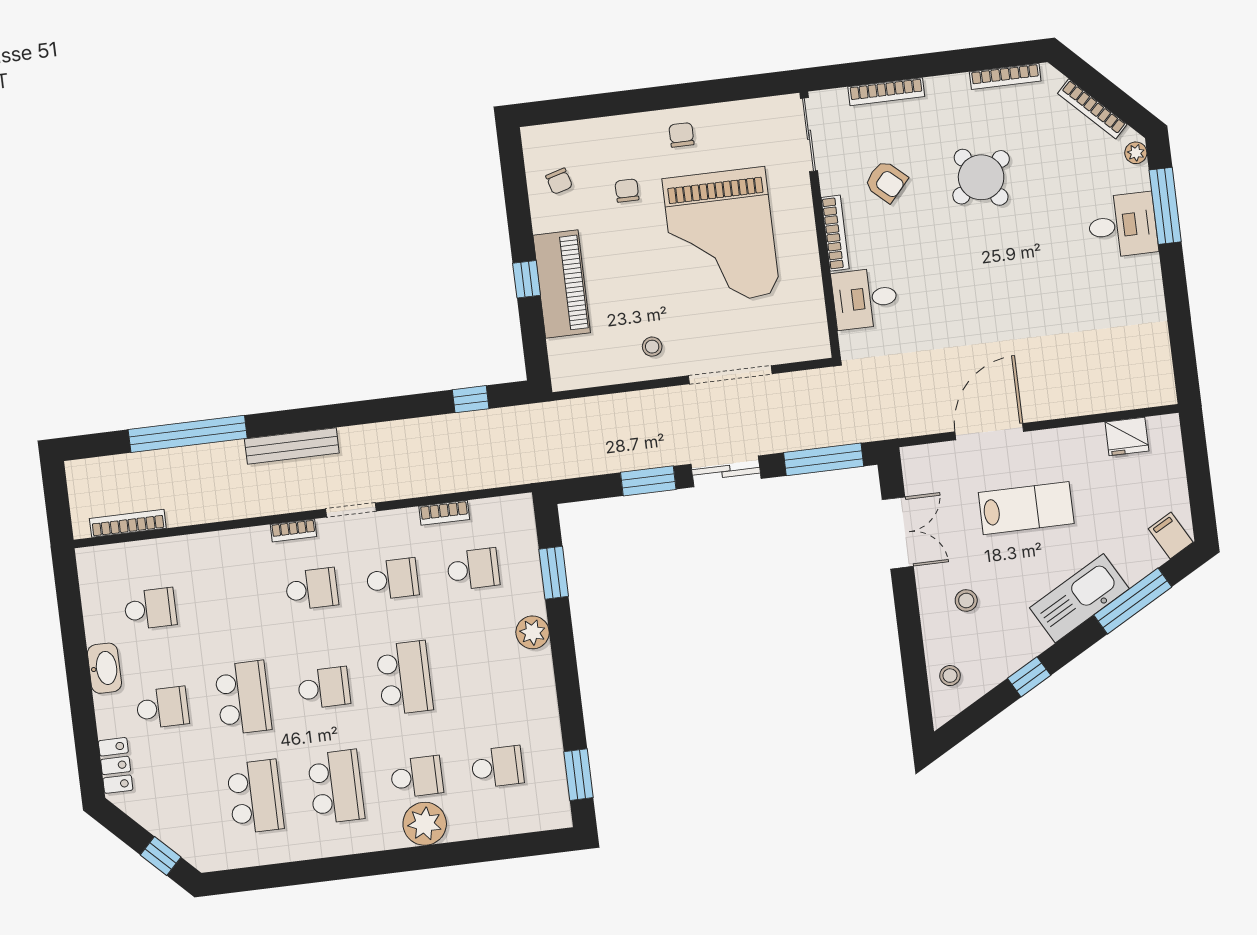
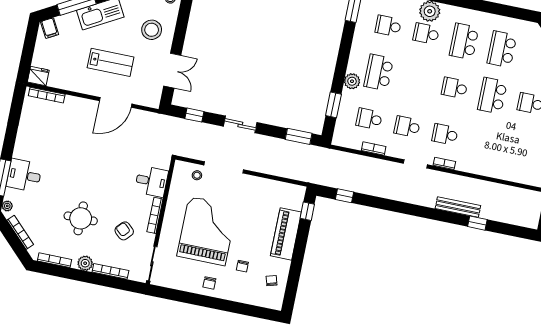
plant: (942, 91) -> (85, 263), added
round table: (981, 177) -> (81, 218), turned 36
window: (527, 279) -> (307, 211), moved
stool: (652, 347) -> (197, 175), moved
window: (188, 434) -> (477, 223), width x0.32
fridge: (1127, 436) -> (38, 76), moved
bench: (292, 446) -> (458, 207), moved
window: (824, 459) -> (194, 115), width x0.46
window: (648, 481) -> (299, 136), moved
lab bench: (1026, 508) -> (111, 62), turned 180
bookcase: (128, 523) -> (47, 95), moved
double door: (898, 533) -> (172, 71), swing flipped
stool: (966, 600) -> (152, 30), width x1.89, depth x1.89
school desk: (150, 609) -> (521, 150), removed
school desk: (405, 678) -> (379, 72), moved

